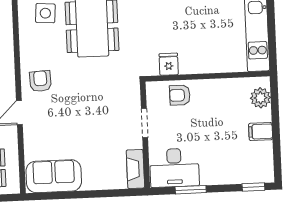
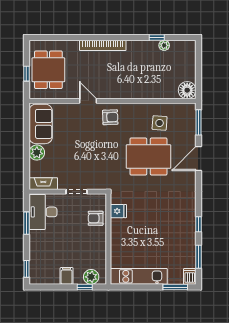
armchair: (180, 95) -> (96, 218), turned -90
window: (275, 106) -> (85, 287), added
plant: (93, 180) -> (37, 153), added

